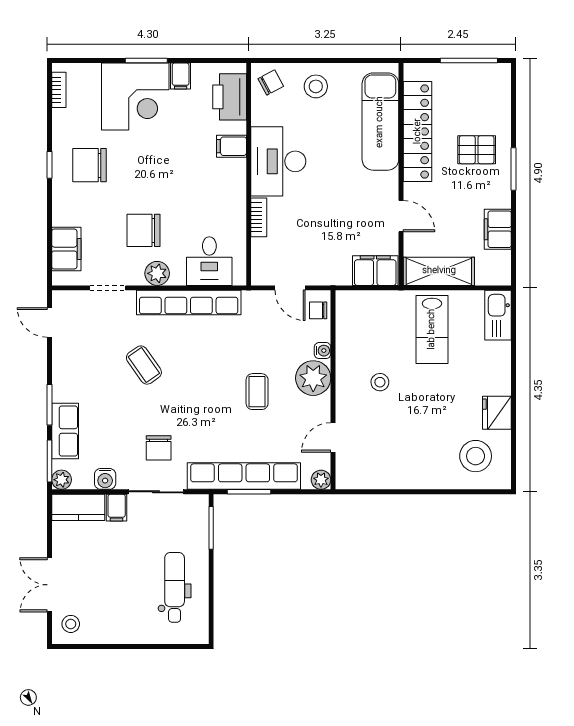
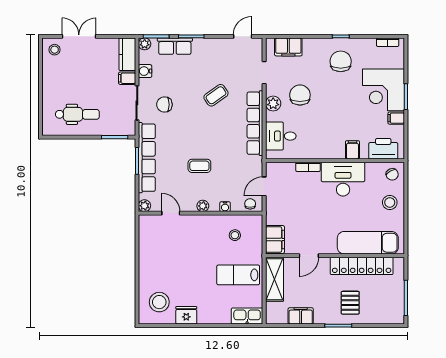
plant: (313, 378) -> (203, 206), width x0.53, depth x0.53
stool: (380, 382) -> (235, 235), moved

